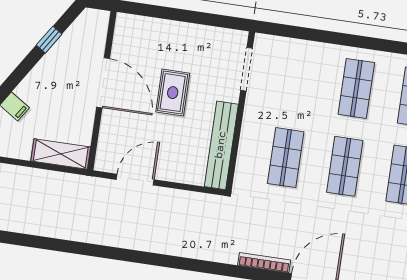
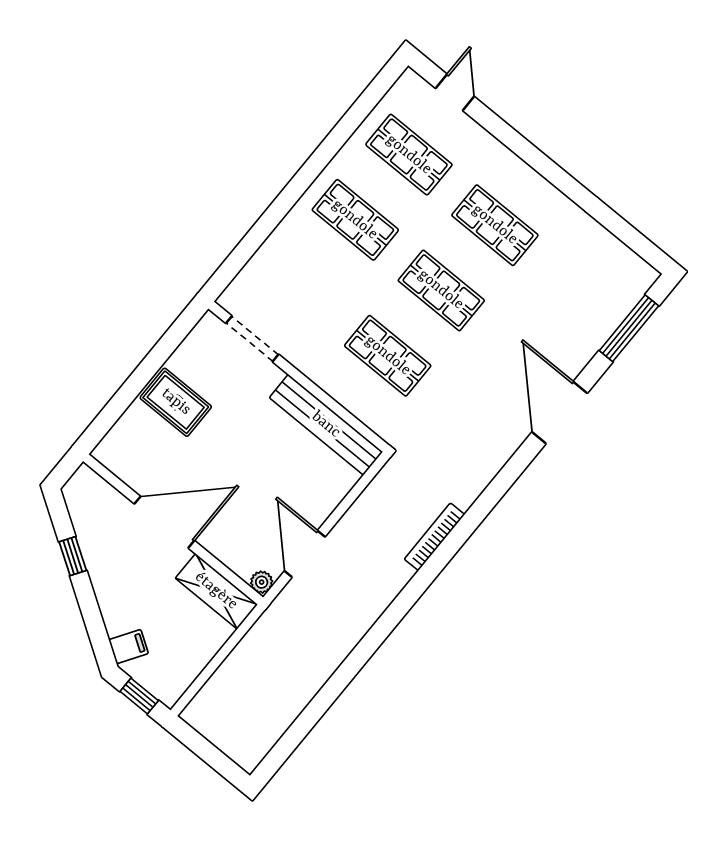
rug: (173, 93) -> (176, 402), moved
shelving: (61, 154) -> (216, 591), moved, turned 90
plant: (102, 164) -> (262, 582), added
bookcase: (264, 263) -> (434, 537), moved

